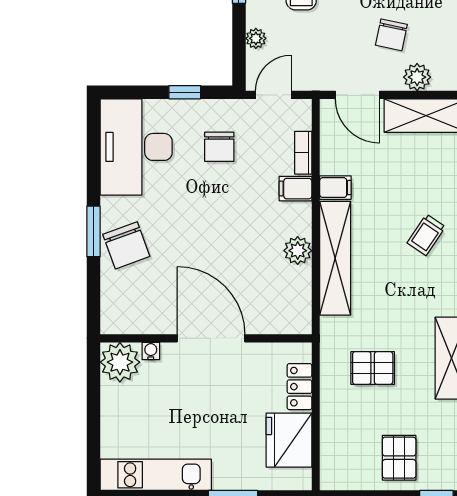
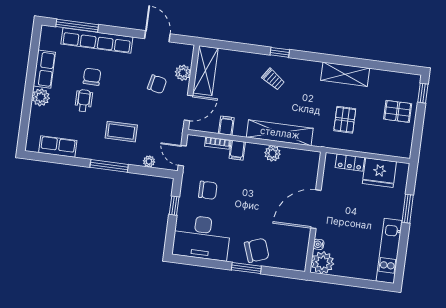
filing cabinet: (335, 188) -> (226, 126), moved

